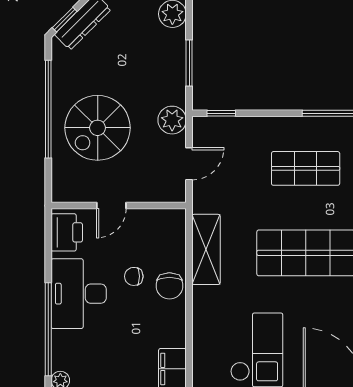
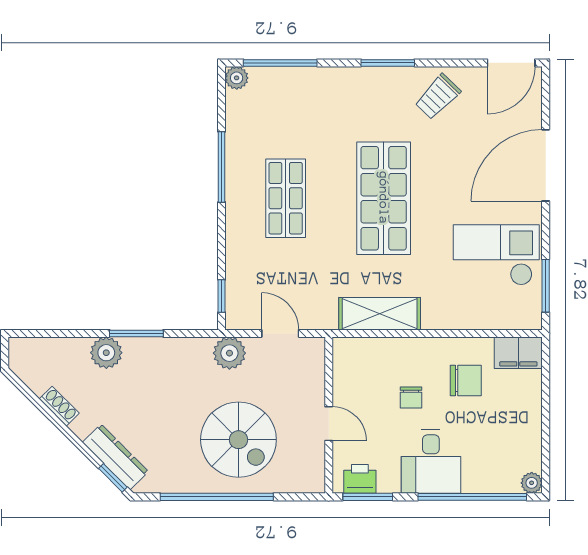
window: (189, 63) -> (136, 333), moved
printer: (67, 232) -> (360, 479), width x0.73, depth x0.81
window: (48, 239) -> (368, 497), added
chair: (169, 286) -> (466, 381), moved
desk: (79, 294) -> (431, 462), width x0.73

